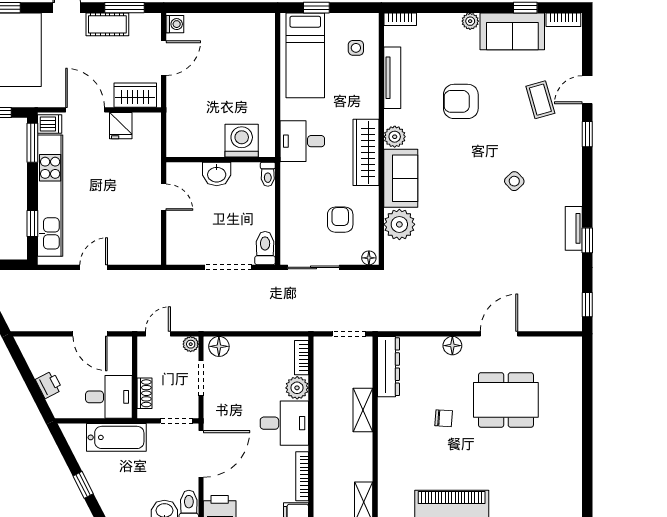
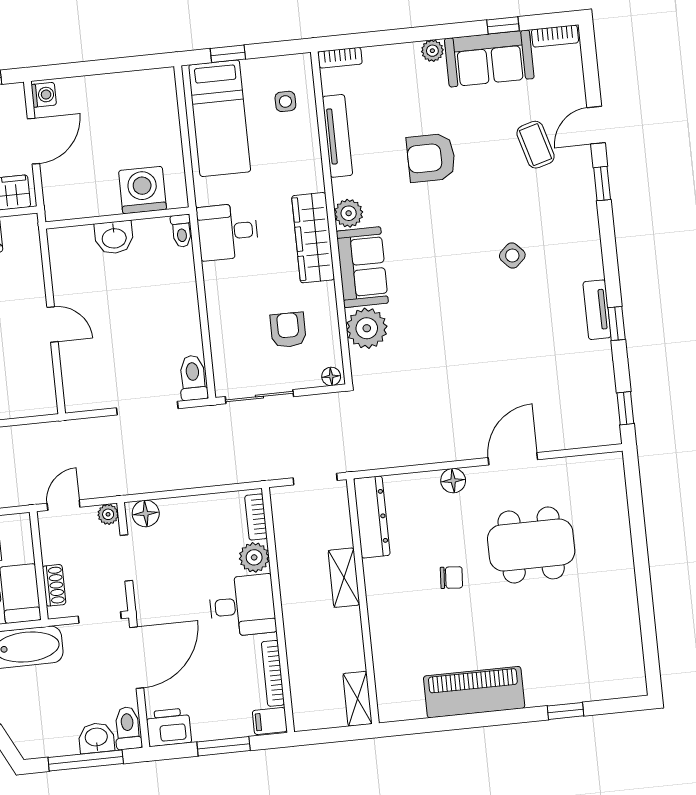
washing machine: (242, 141) -> (142, 190), moved
wall: (221, 160) -> (117, 218), moved
washbasin: (217, 174) -> (114, 237), moved
toilet: (268, 174) -> (181, 231), moved

